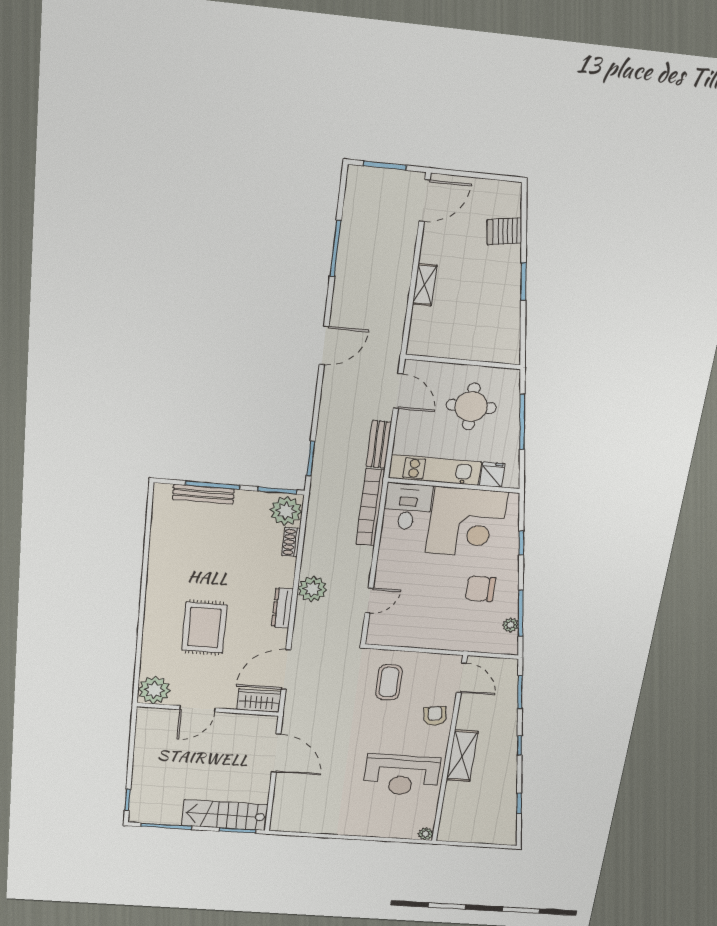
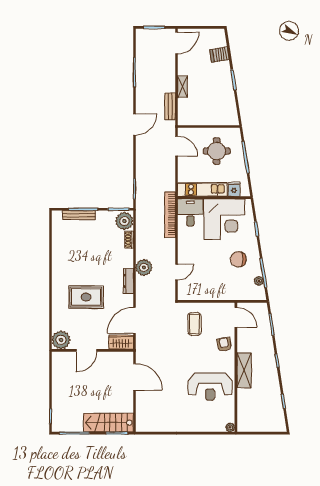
bench: (379, 444) -> (170, 106), moved
rug: (204, 628) -> (86, 297), turned 90

